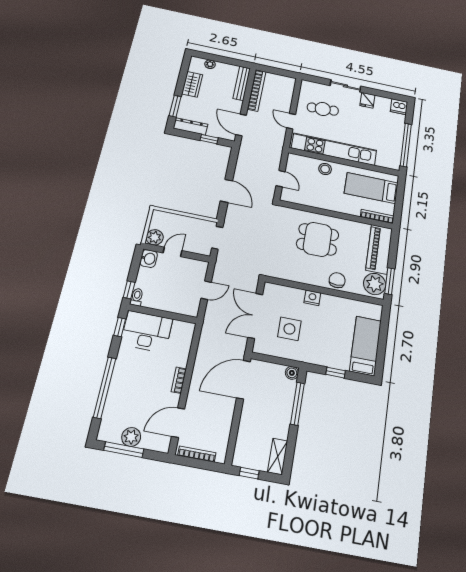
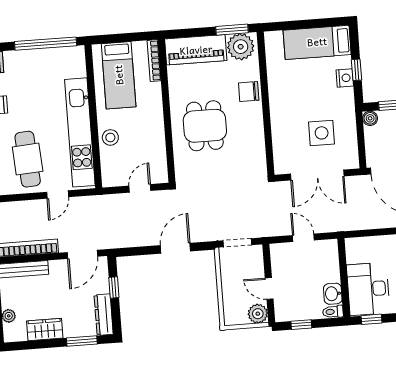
cafe table: (323, 109) -> (28, 159), width x1.37, depth x1.35
washbasin: (149, 259) -> (333, 294), moved, turned -90
window: (129, 290) -> (301, 325), moved
nightstand: (312, 298) -> (345, 78), moved, turned 180

